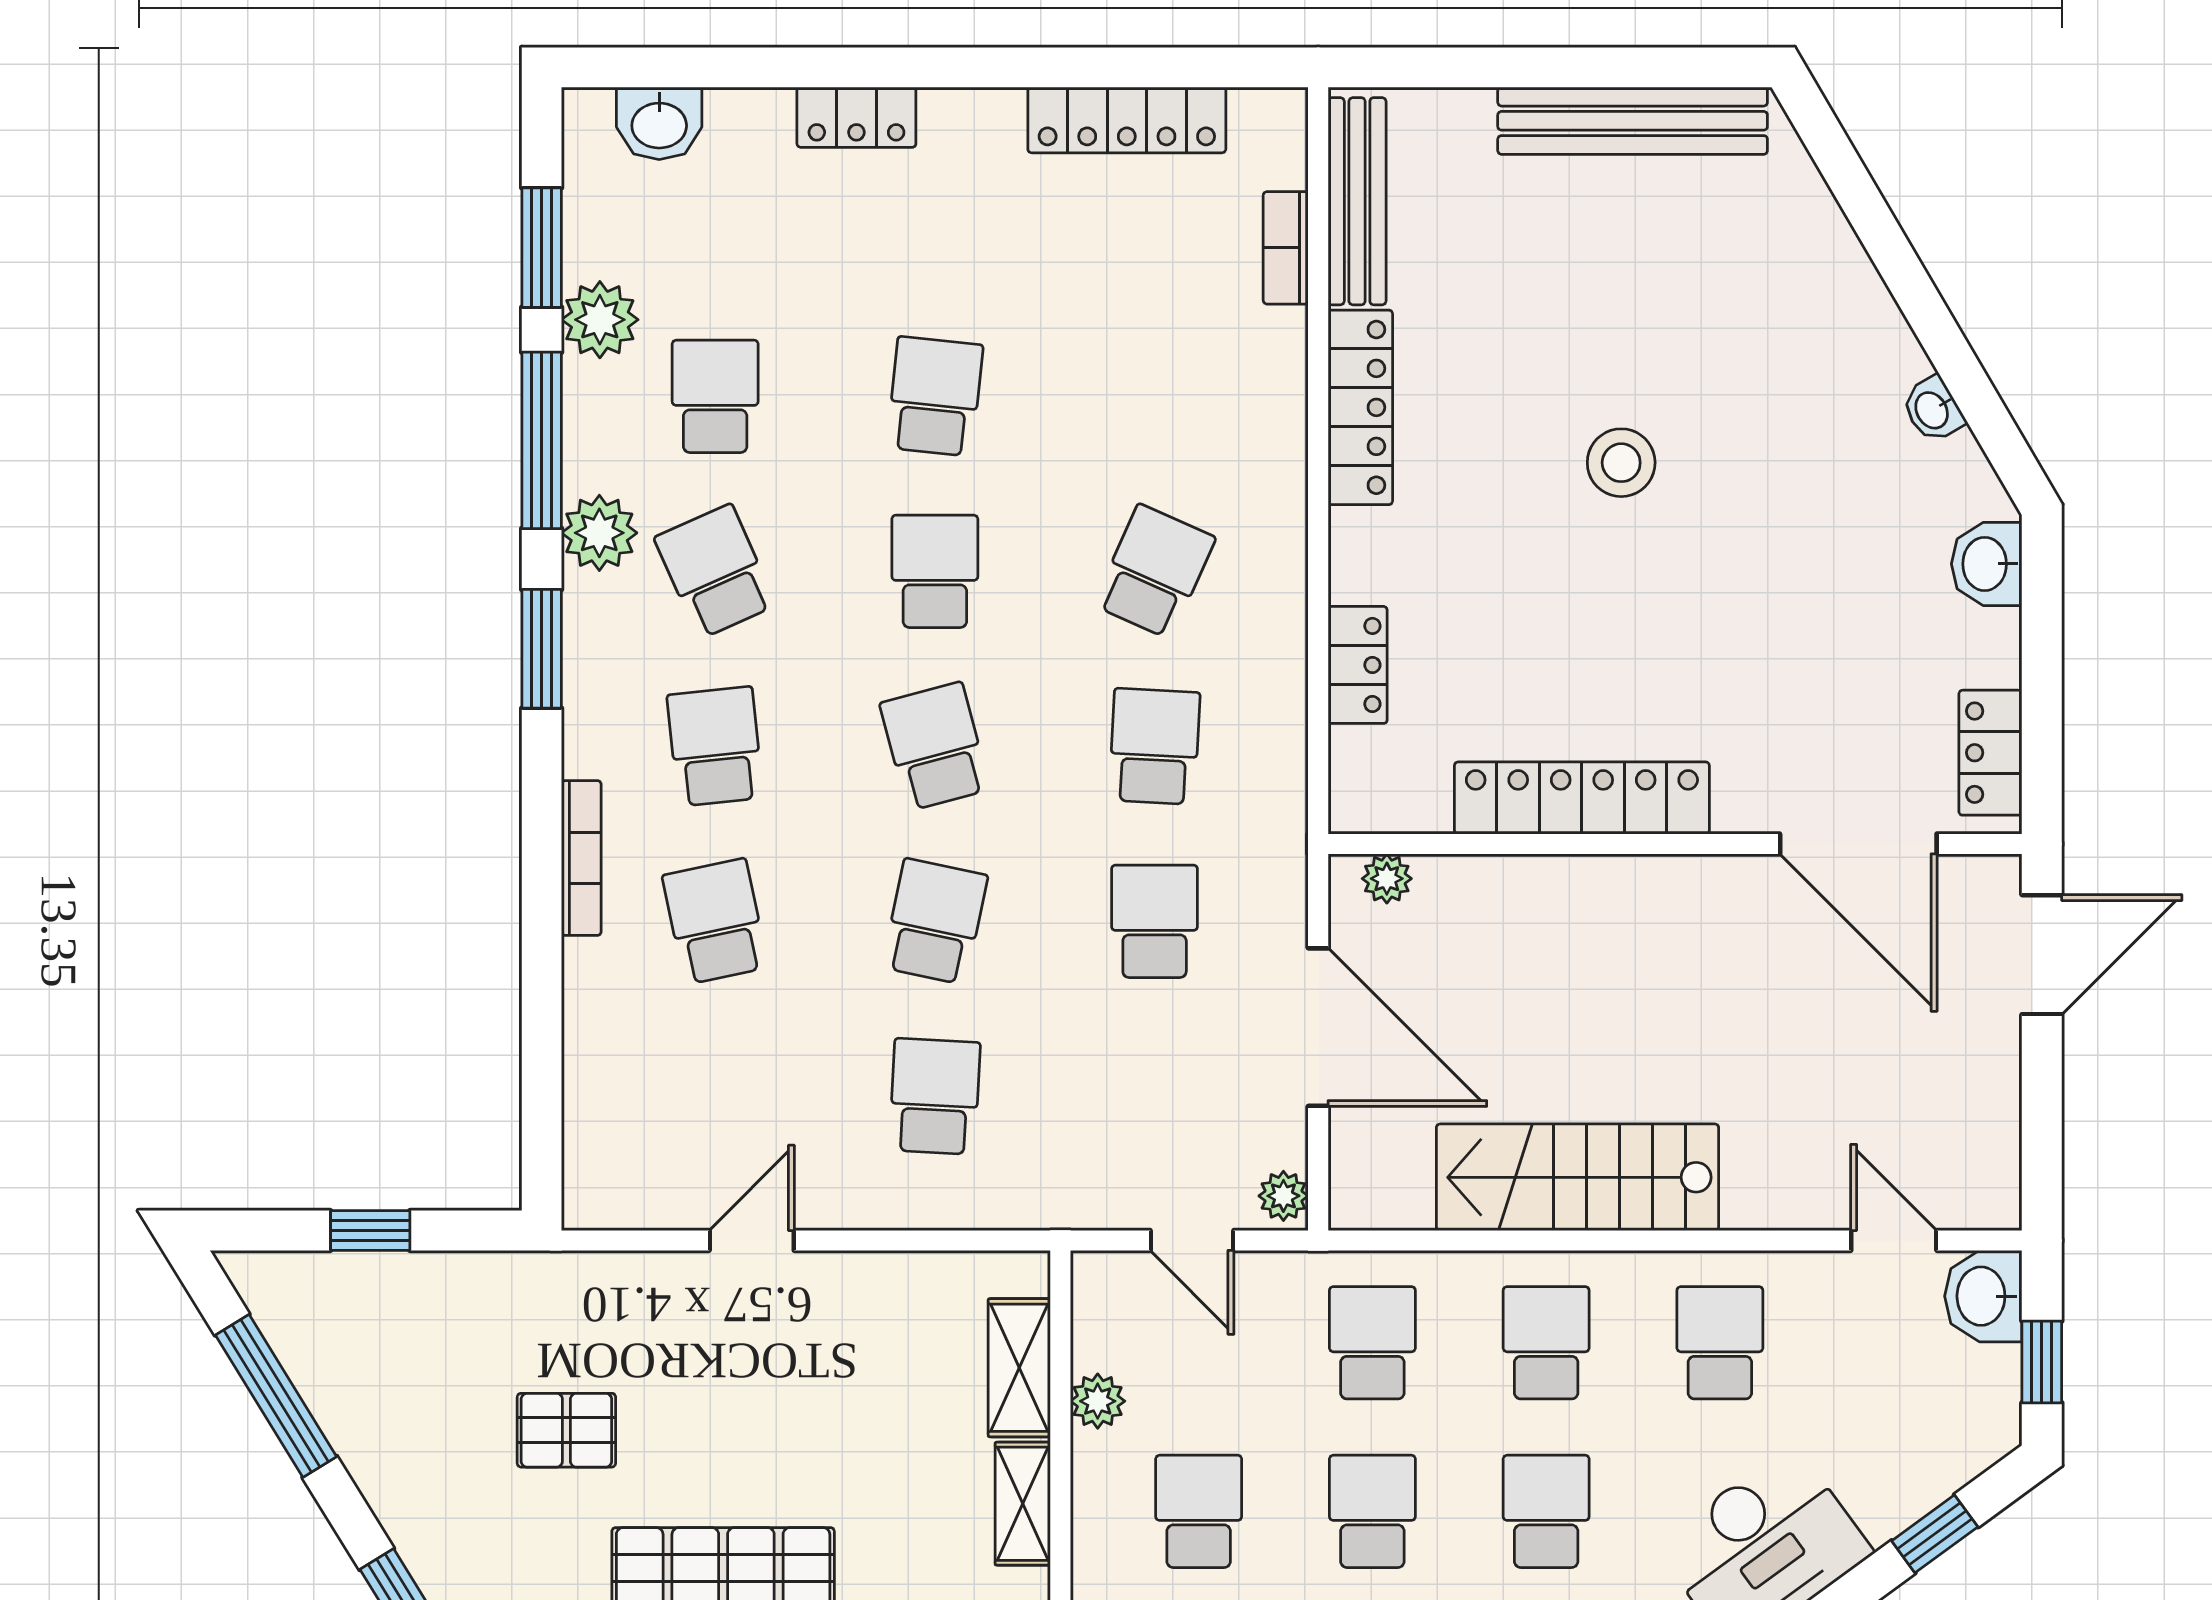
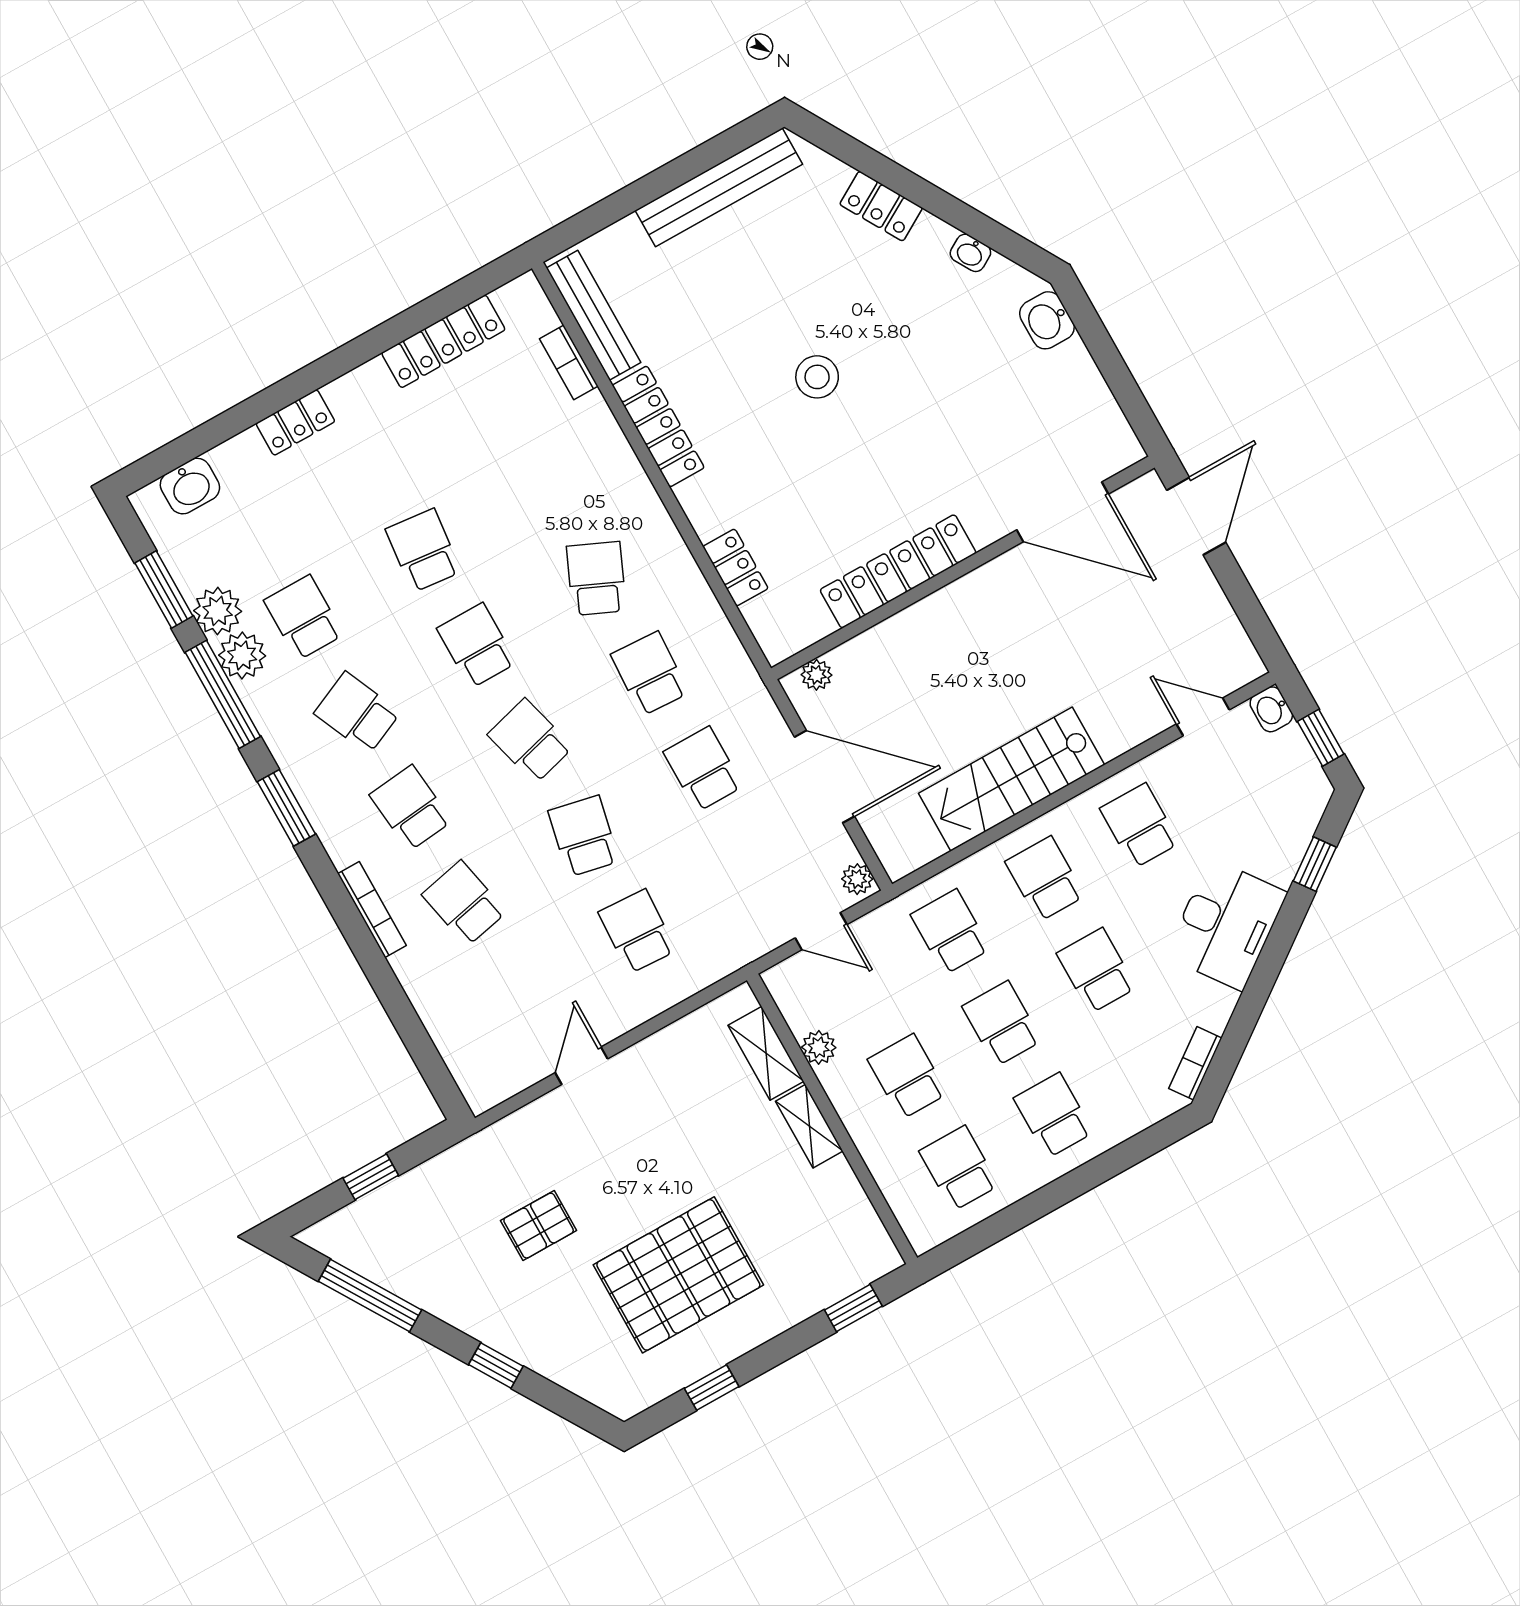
plant: (599, 533) -> (242, 655), moved
locker: (1990, 753) -> (881, 206), moved, turned -30
washbasin: (1983, 1296) -> (1271, 709), width x0.72, depth x0.69

